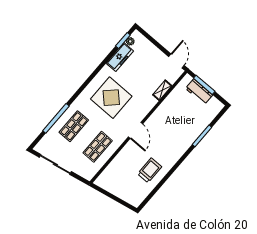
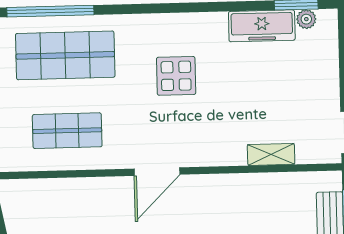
display table: (111, 98) -> (176, 76), width x0.54, depth x0.54
shop shelf: (74, 126) -> (65, 55), width x1.43, depth x1.36

